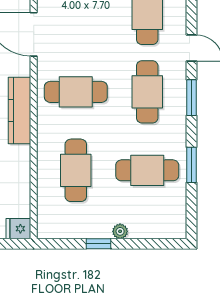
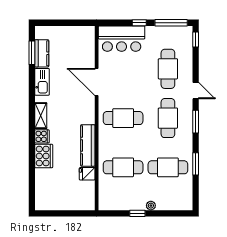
kitchen counter: (20, 110) -> (88, 145), moved
cafe table: (76, 170) -> (123, 167), turned 90
fridge: (18, 229) -> (87, 174), moved

